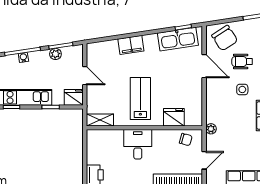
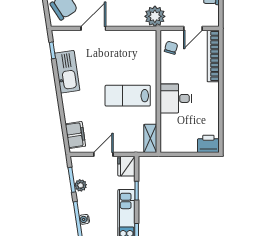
kitchen sink: (178, 39) -> (67, 72), moved
filing cabinet: (131, 45) -> (75, 135), moved
fridge: (174, 117) -> (147, 60), removed
plant: (211, 129) -> (155, 16), width x1.87, depth x1.87
door: (204, 160) -> (193, 28), swing flipped

